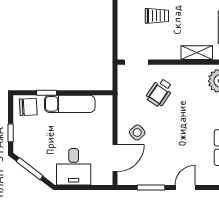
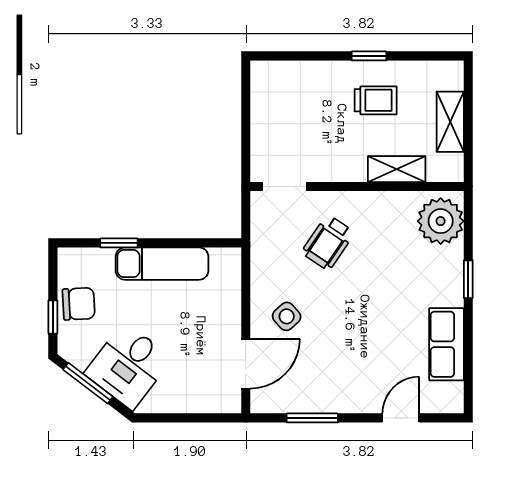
trolley: (157, 16) -> (376, 100), moved
chair: (28, 107) -> (79, 304), moved
desk: (74, 167) -> (128, 366), moved, turned 37
door: (185, 187) -> (401, 418), moved

